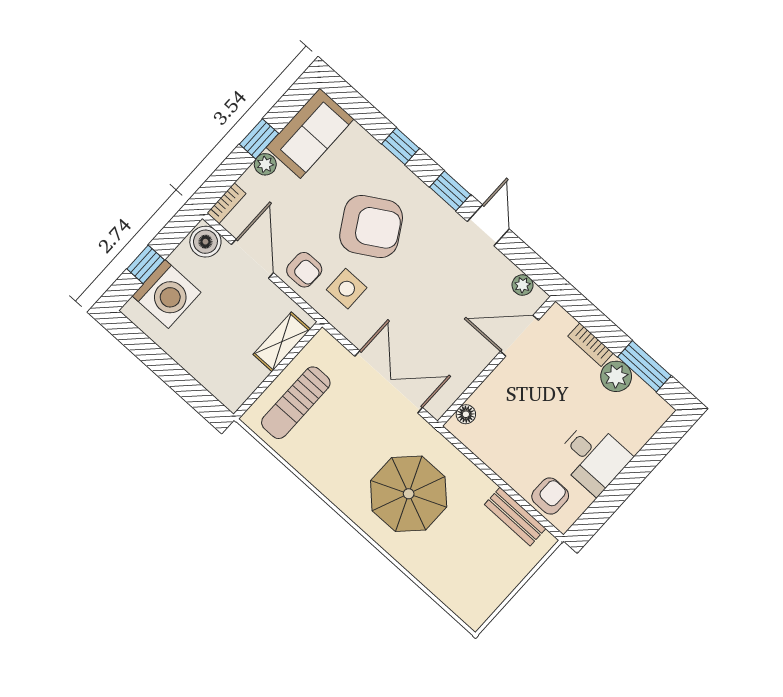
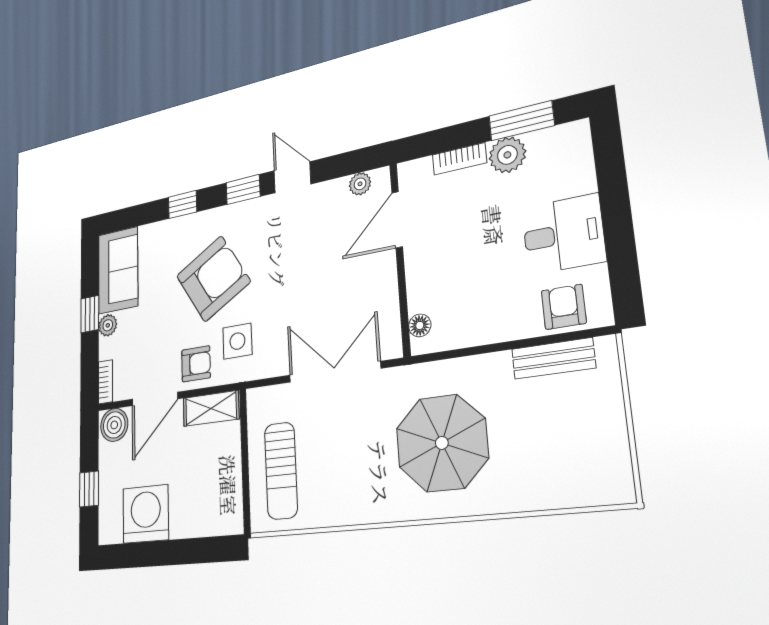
door: (252, 259) -> (155, 399), swing flipped
washing machine: (167, 294) -> (146, 514), moved, turned -90
shelving: (282, 342) -> (211, 408), moved, turned 90

